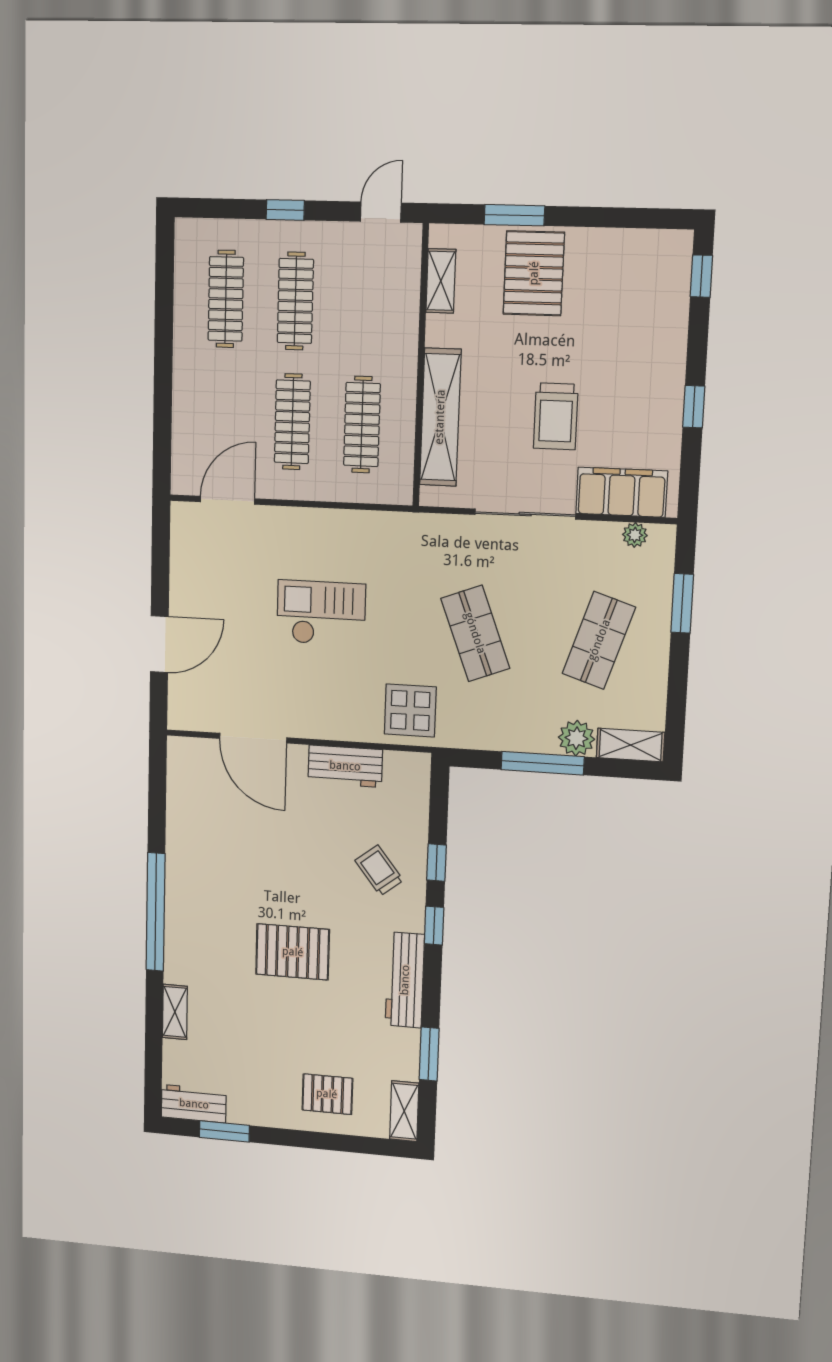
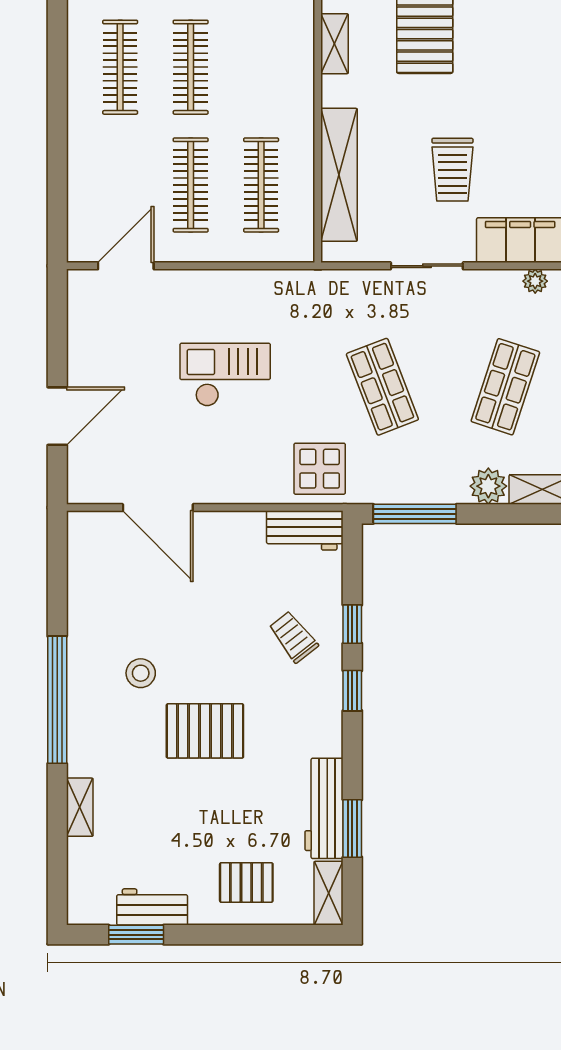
sliding door: (525, 514) -> (427, 266), width x0.73
window: (542, 763) -> (415, 514), moved
workbench: (345, 766) -> (305, 530), moved
stool: (234, 893) -> (141, 673), added
workbench: (405, 980) -> (324, 808), moved
workbench: (194, 1104) -> (152, 907), moved

